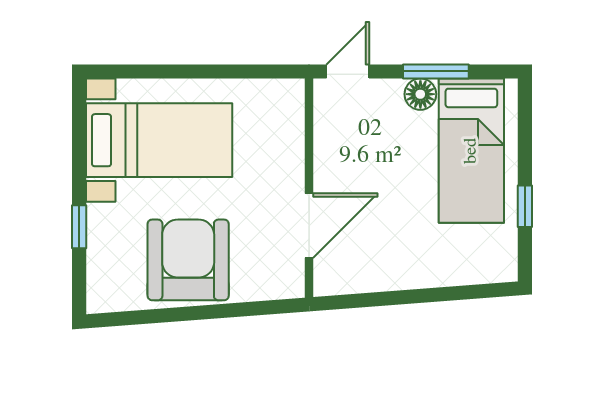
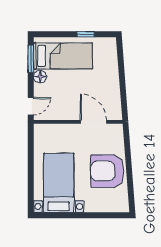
door: (348, 71) -> (31, 106), swing flipped
window: (436, 71) -> (31, 59), moved
window: (79, 227) -> (94, 215), removed

